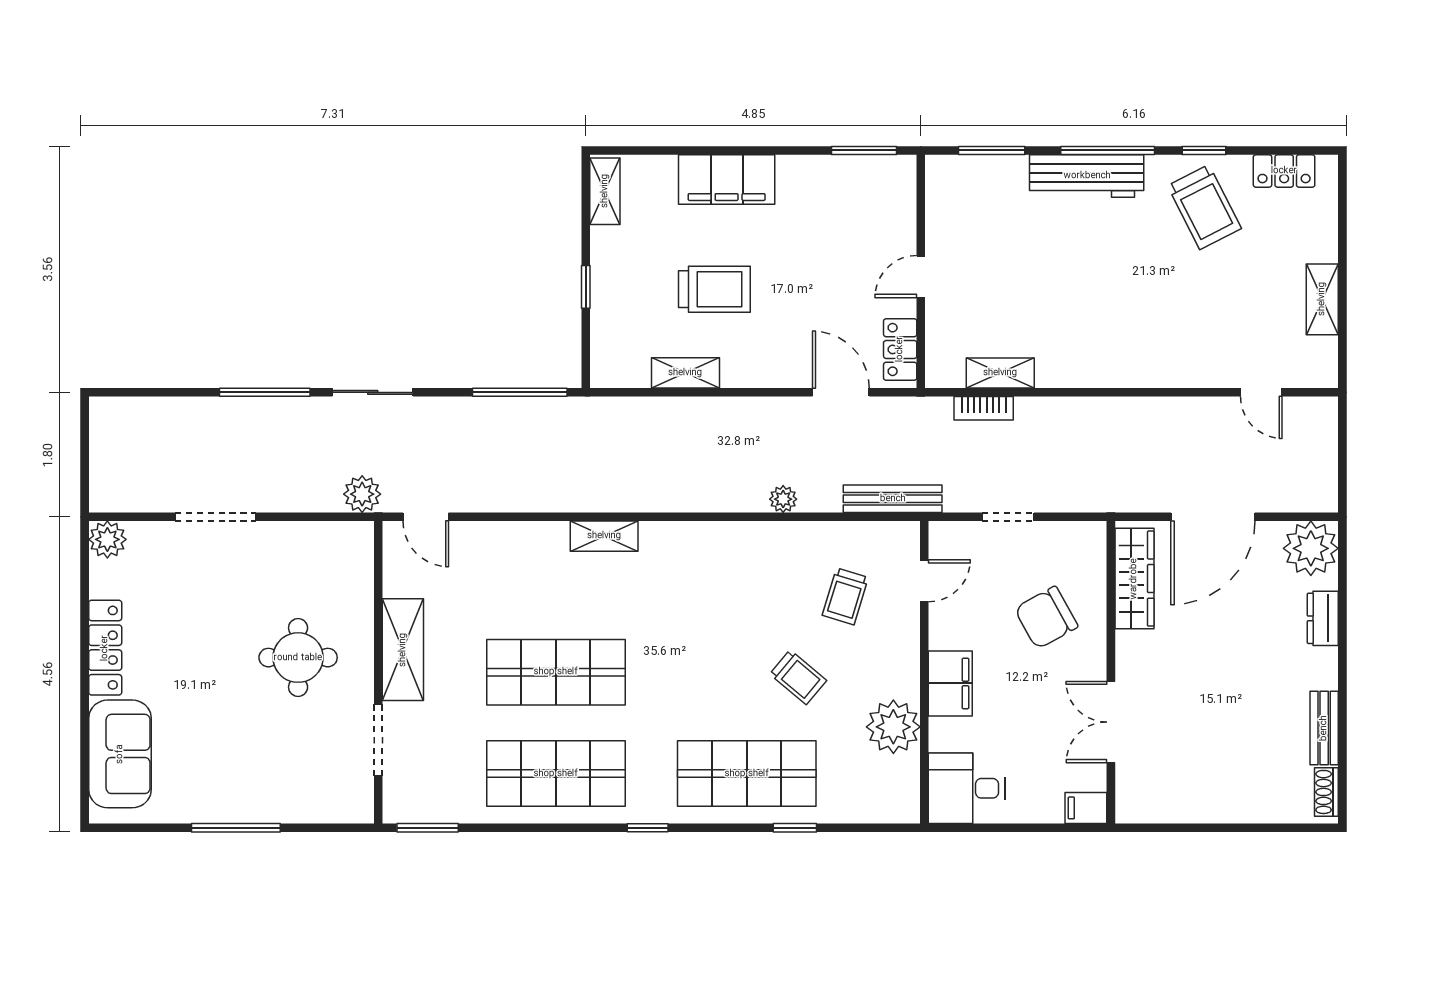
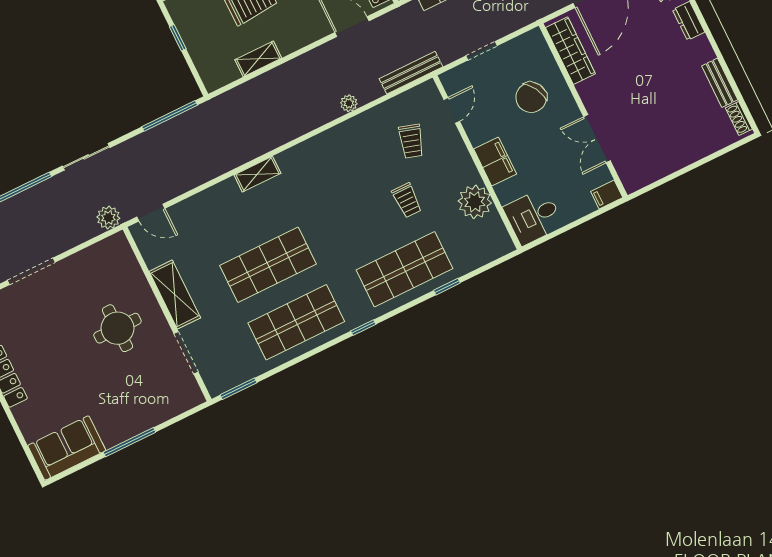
trolley: (798, 677) -> (407, 200), turned 50
sofa: (120, 754) -> (67, 448), moved, turned -90

